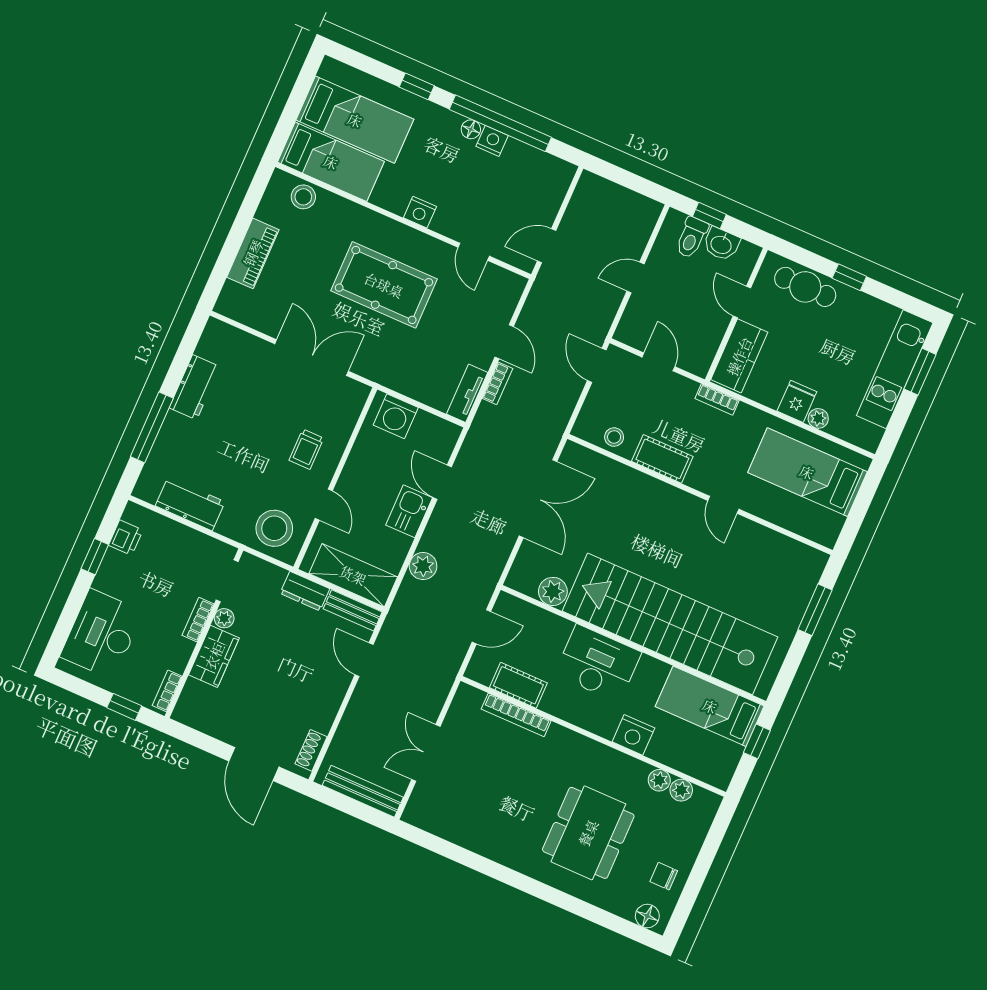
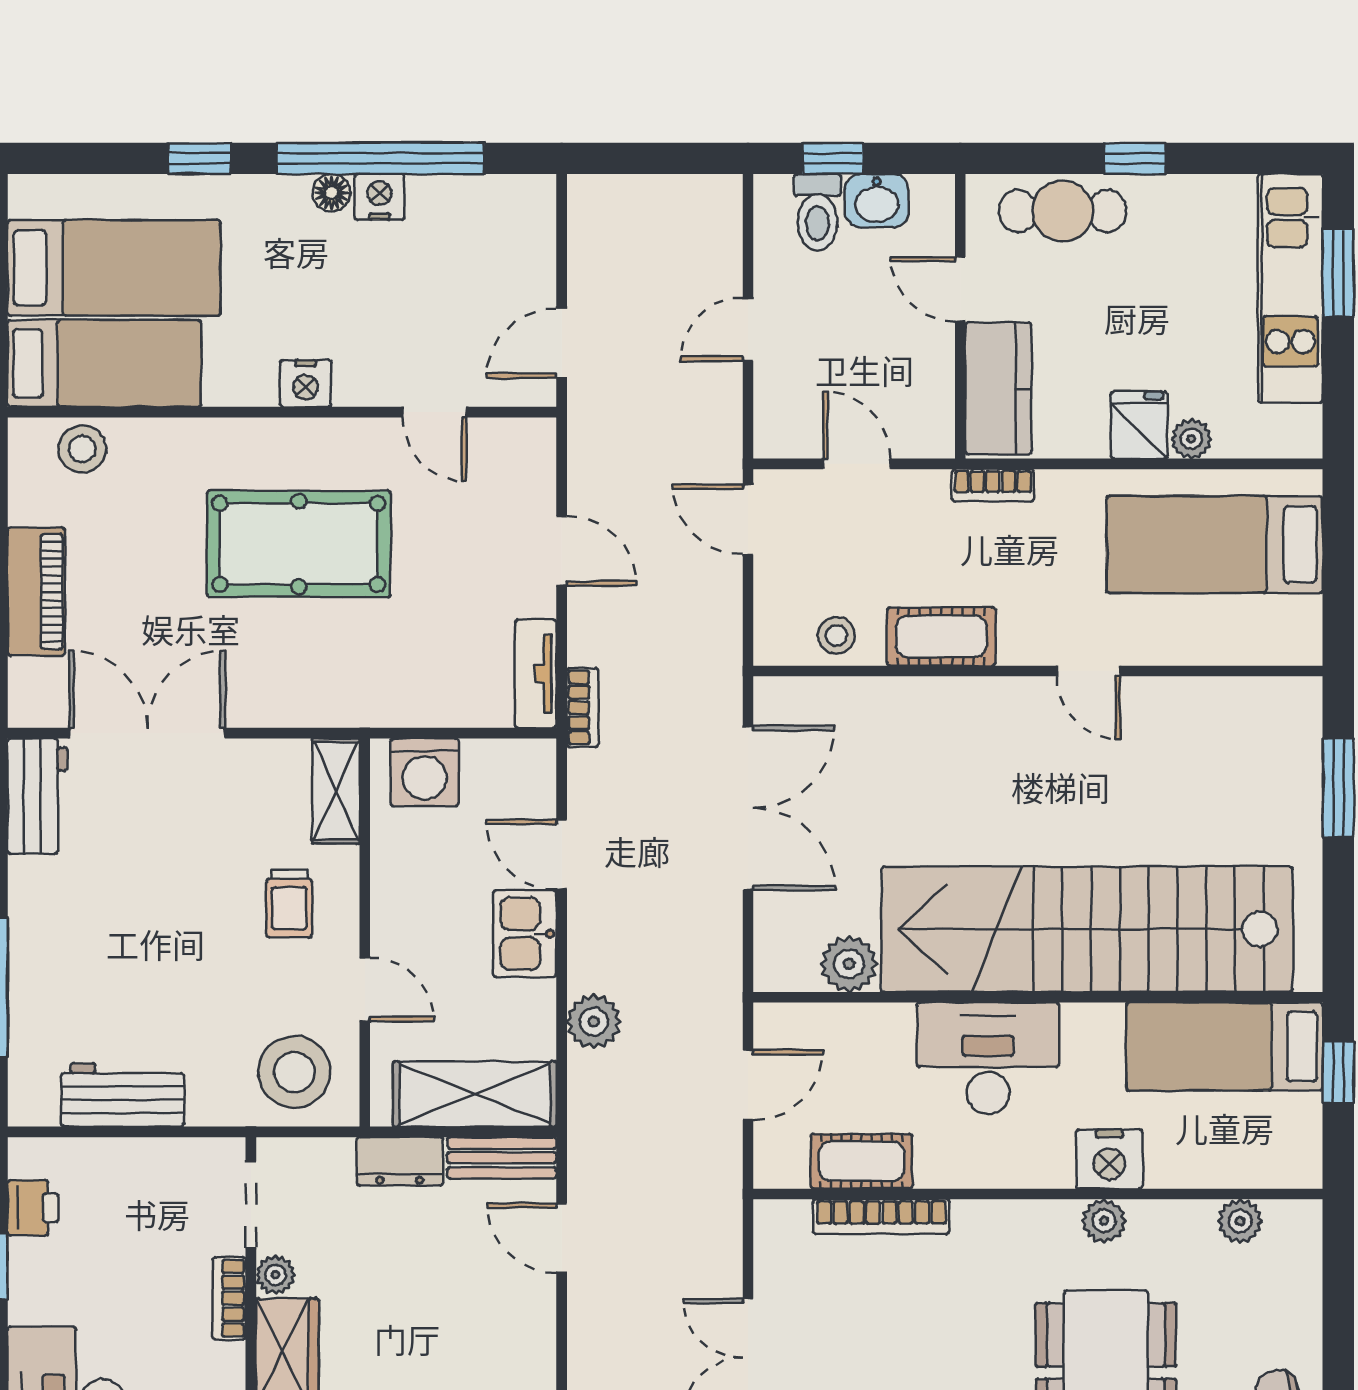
double door: (312, 358) -> (147, 733), moved
bookcase: (497, 383) -> (583, 708), moved
workbench: (195, 387) -> (37, 796), moved
shelving: (351, 407) -> (336, 791), added
plant: (659, 780) -> (1104, 1221), moved

